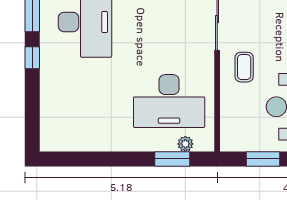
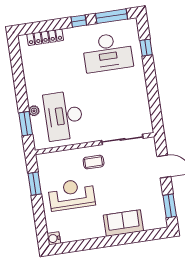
locker: (49, 111) -> (45, 37), added
plant: (185, 144) -> (34, 111), moved

